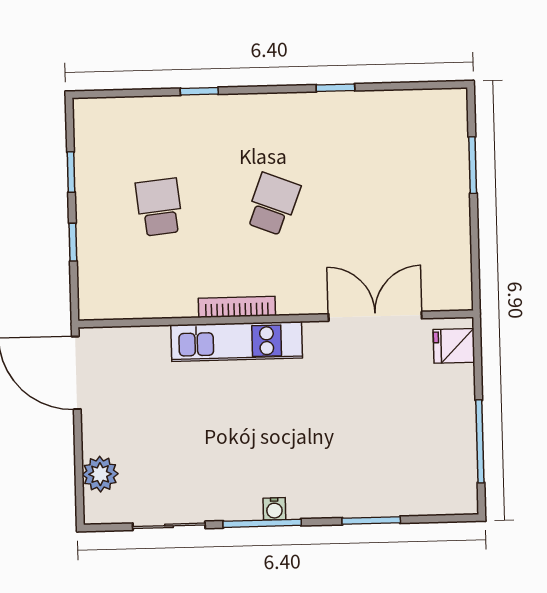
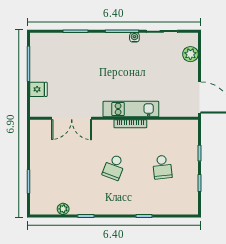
plant: (389, 103) -> (63, 209), added
fridge: (454, 346) -> (38, 89), moved
water cooler: (274, 509) -> (134, 37), moved

